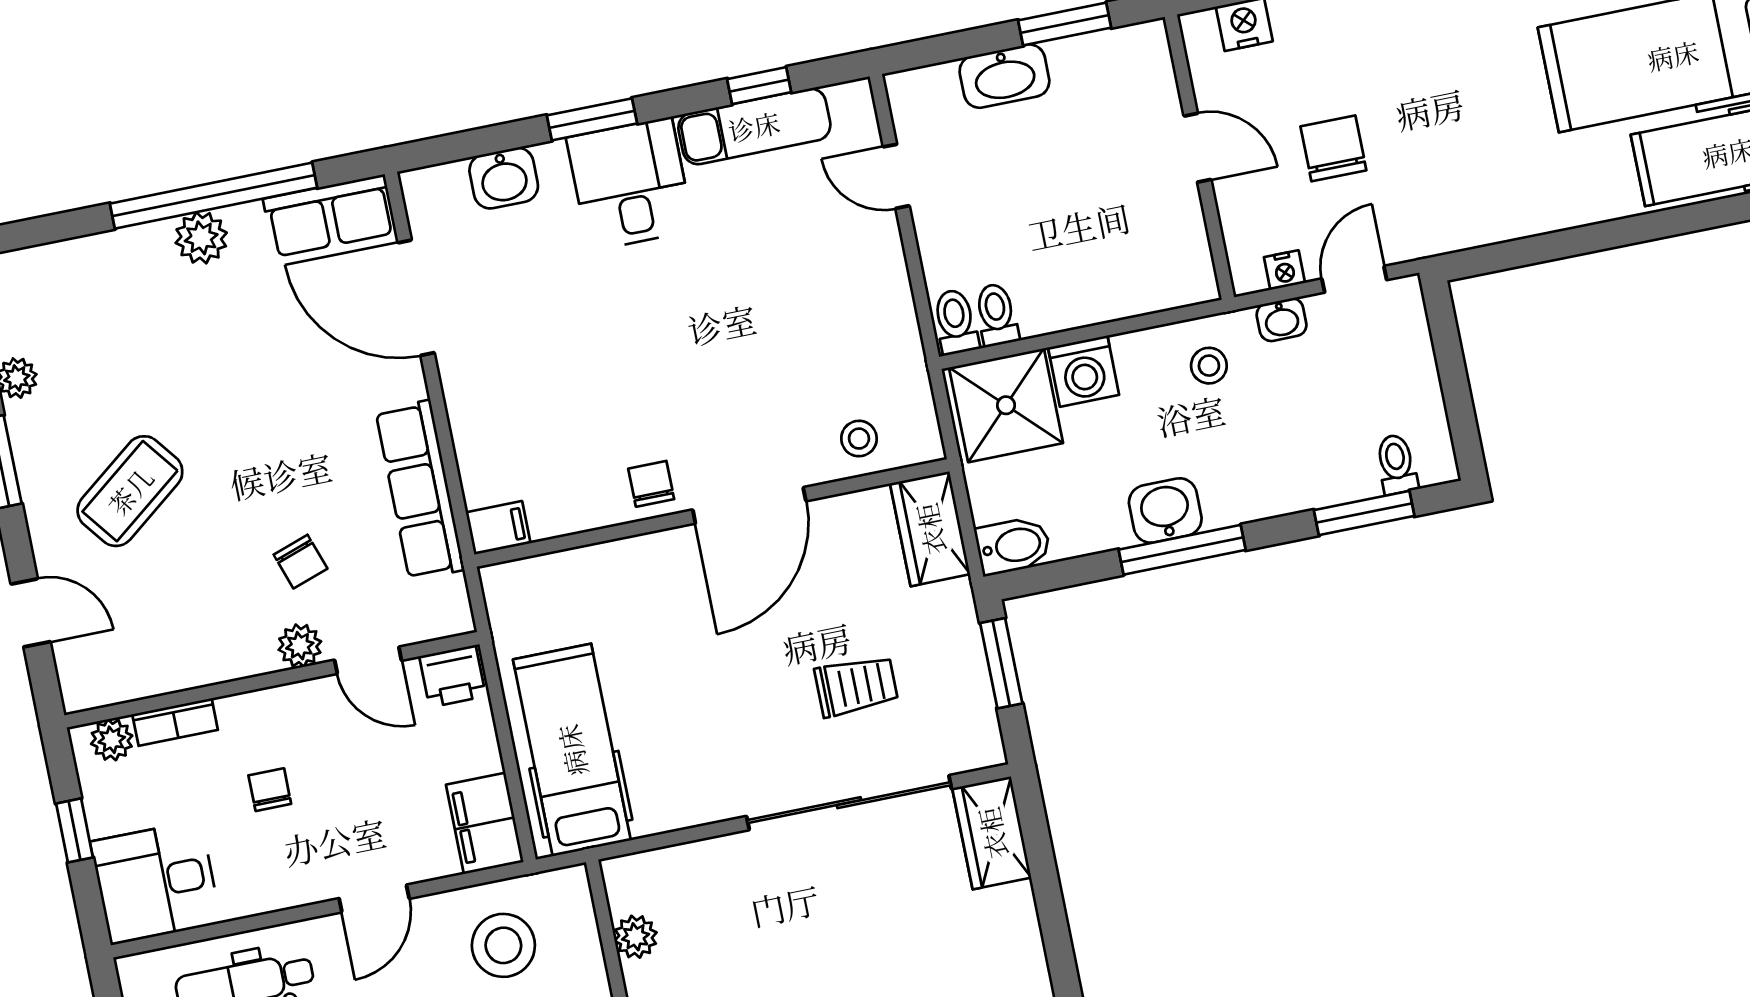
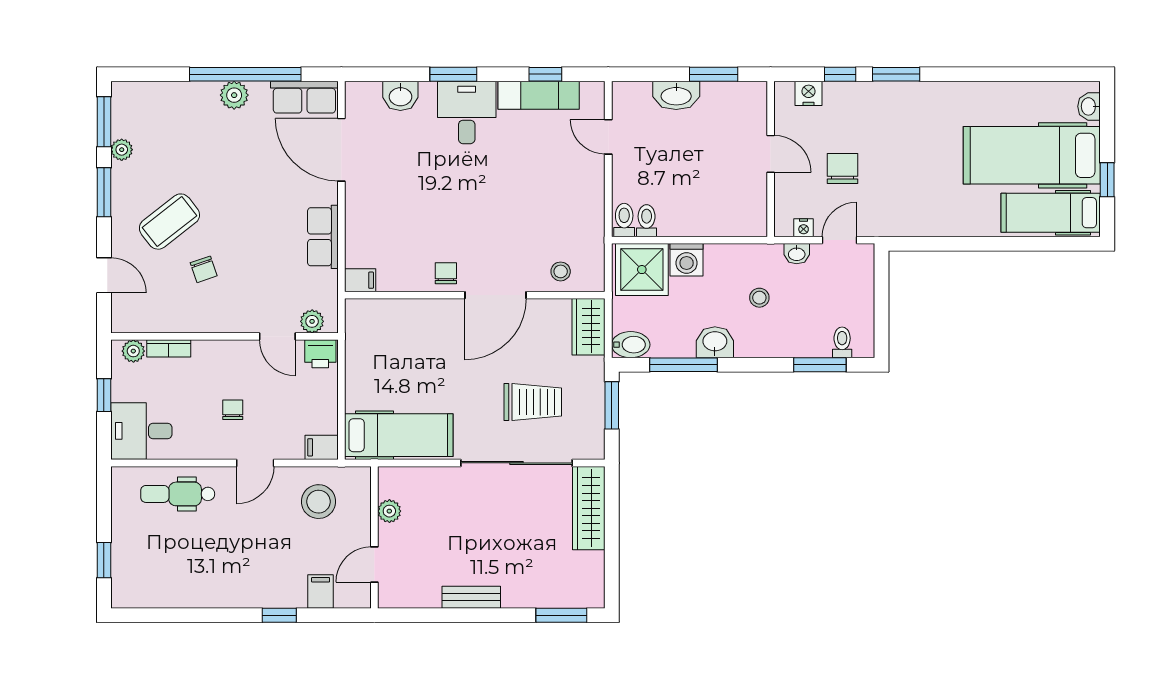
stool: (1209, 366) -> (759, 298), moved
row of seats: (420, 490) -> (323, 237), width x0.68
window: (1182, 550) -> (683, 365), moved
chair: (301, 562) -> (204, 269), moved
plant: (300, 646) -> (312, 321), moved
trolley: (856, 686) -> (533, 402), width x1.36, depth x1.39
hospital bed: (572, 750) -> (399, 435), moved, turned 90
chair: (270, 790) -> (233, 410), moved
filing cabinet: (485, 823) -> (322, 447), width x0.50
wardrobe: (992, 833) -> (589, 508), width x1.50

